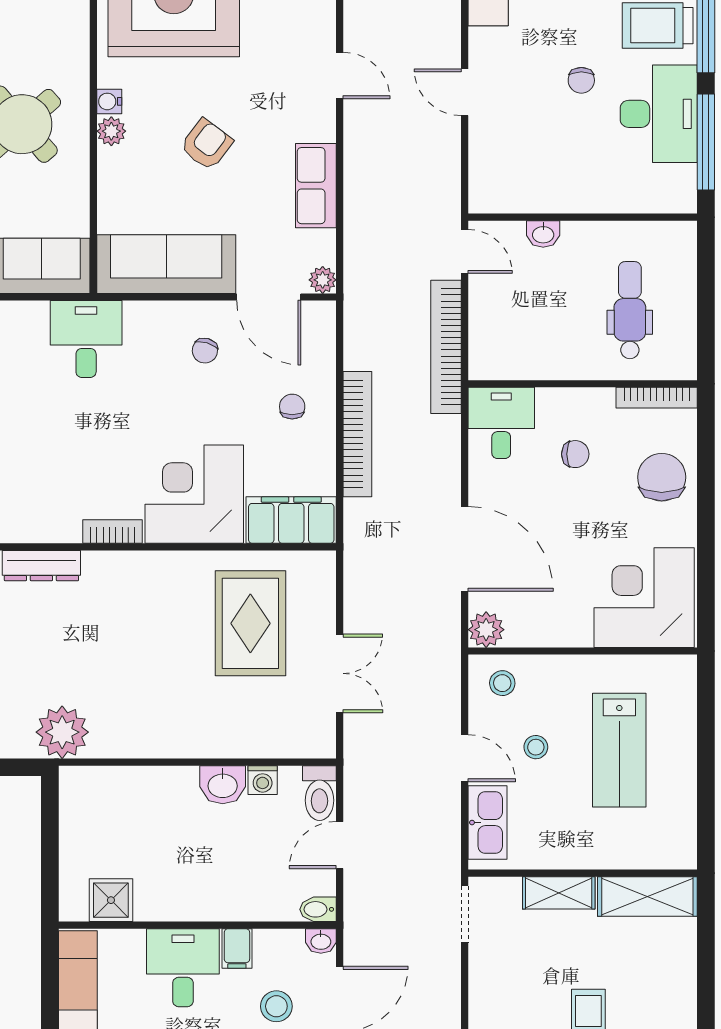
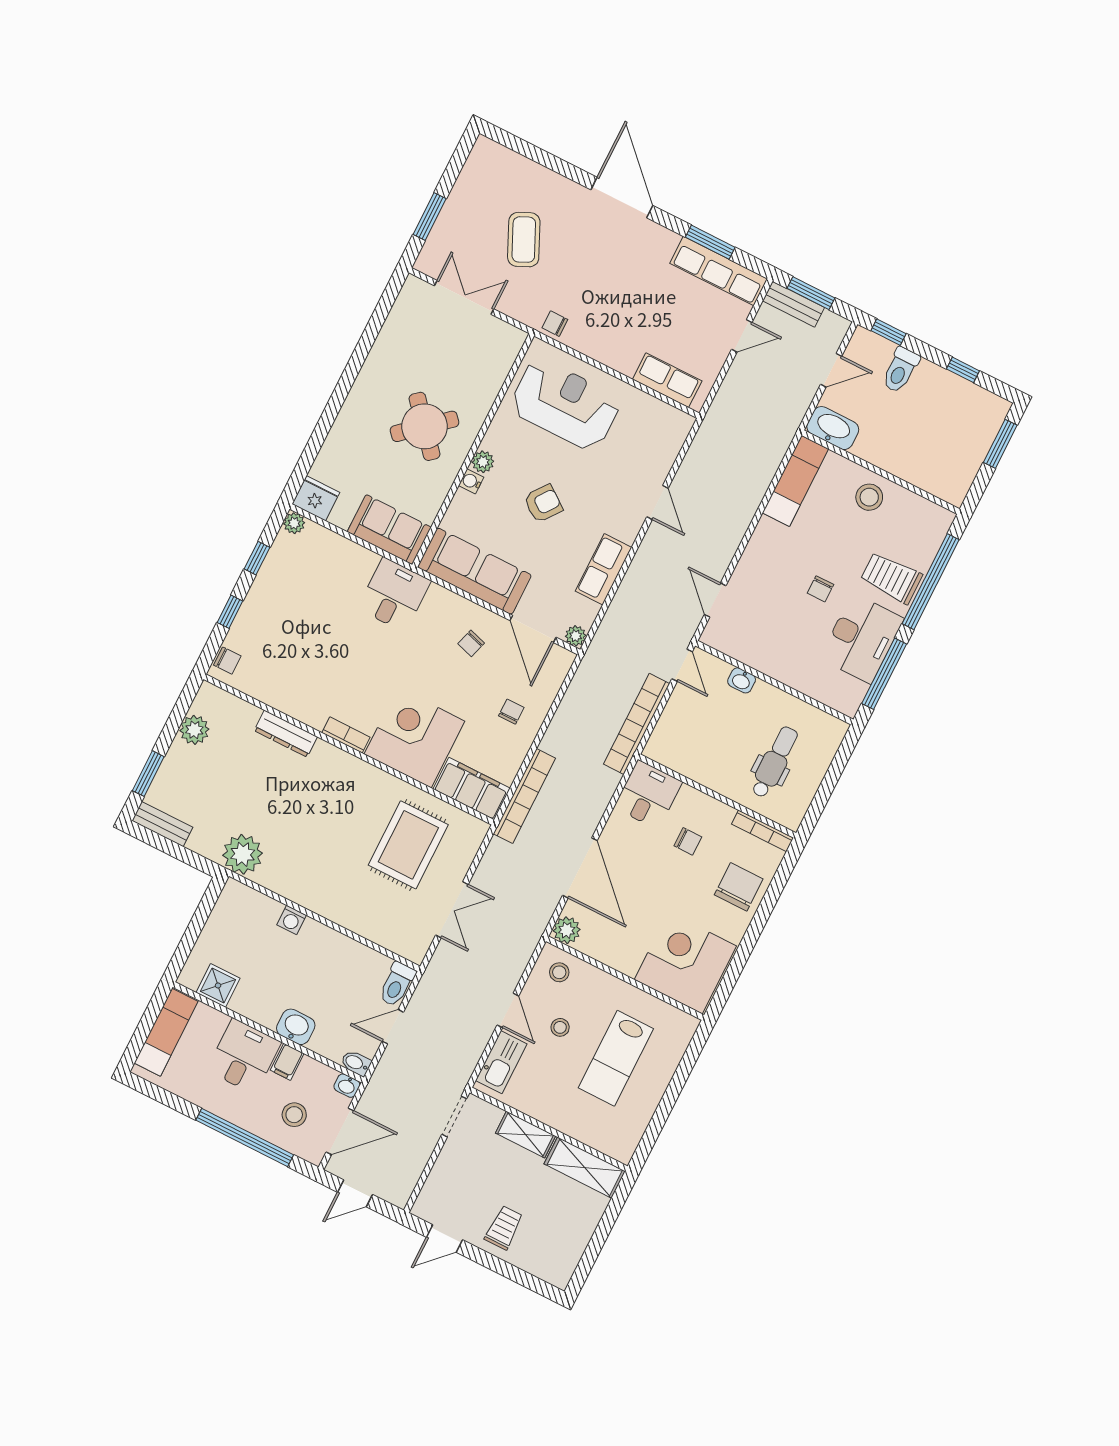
door: (465, 92) -> (715, 600), moved
water cooler: (109, 101) -> (471, 481), moved
bookcase: (357, 434) -> (524, 796), moved
washing machine: (263, 780) -> (292, 920), moved
washbasin: (223, 785) -> (296, 1027), moved, turned 180

